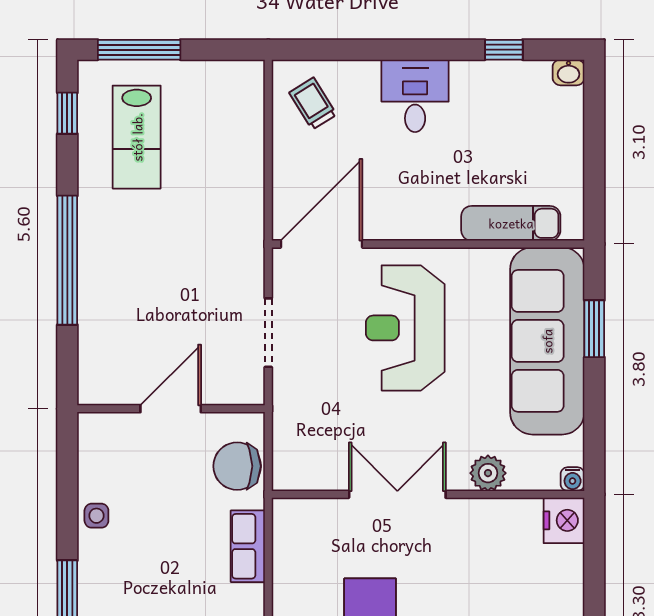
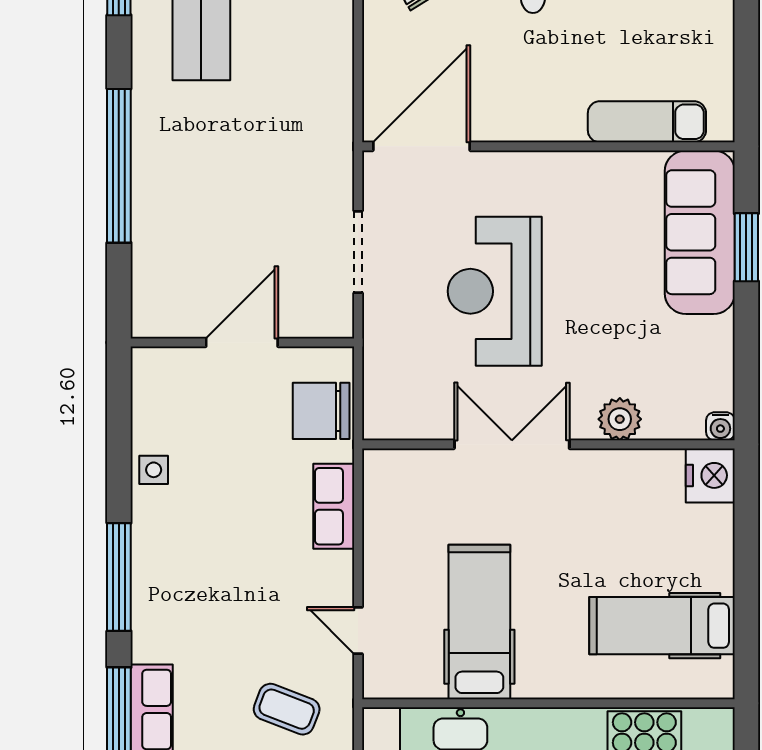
reception desk: (405, 328) -> (495, 291), moved
sofa: (547, 341) -> (700, 232), width x0.74, depth x0.79

